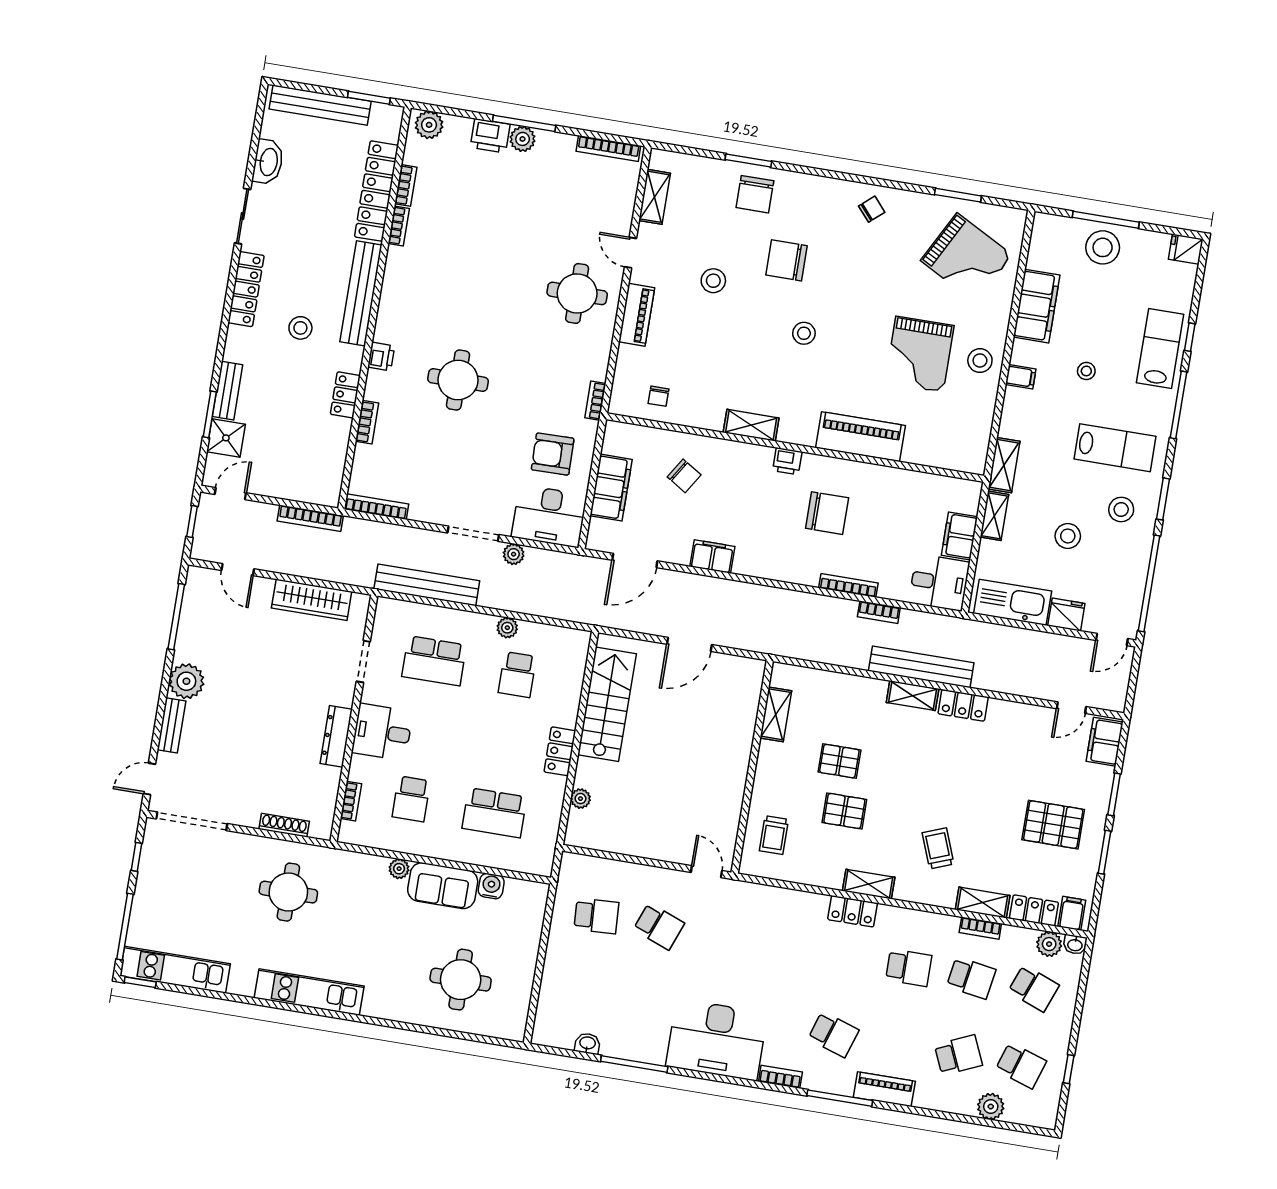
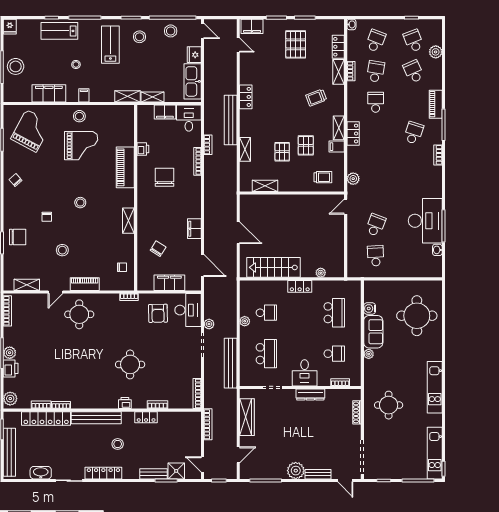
chair: (787, 260) -> (47, 217), width x0.54, depth x0.54
printer: (787, 461) -> (143, 149), moved
stool: (1068, 536) -> (171, 31), moved
shelving: (913, 696) -> (245, 149), moved
filing cabinet: (1072, 913) -> (337, 147), moved
plant: (1049, 944) -> (353, 179), moved
round table: (461, 980) -> (417, 316), width x1.36, depth x1.36
desk: (717, 1040) -> (425, 221), moved
school desk: (1021, 1065) -> (414, 41), turned -39

